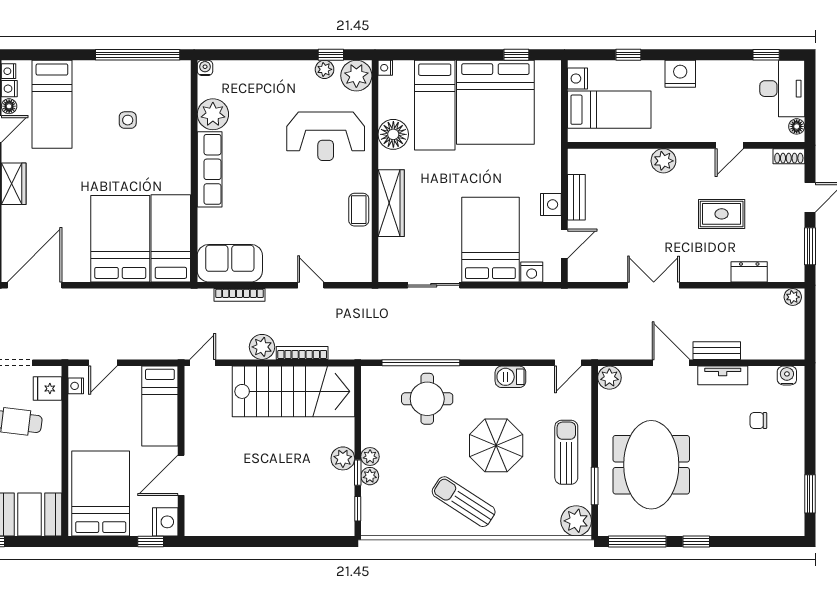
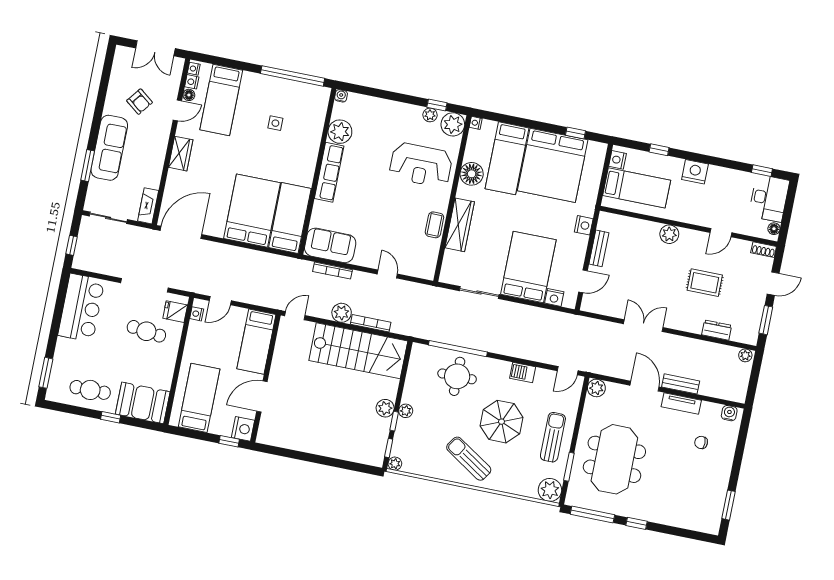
nightstand: (551, 205) -> (584, 225), moved
plant: (370, 476) -> (395, 464), moved
bed: (101, 493) -> (199, 398), width x0.67

